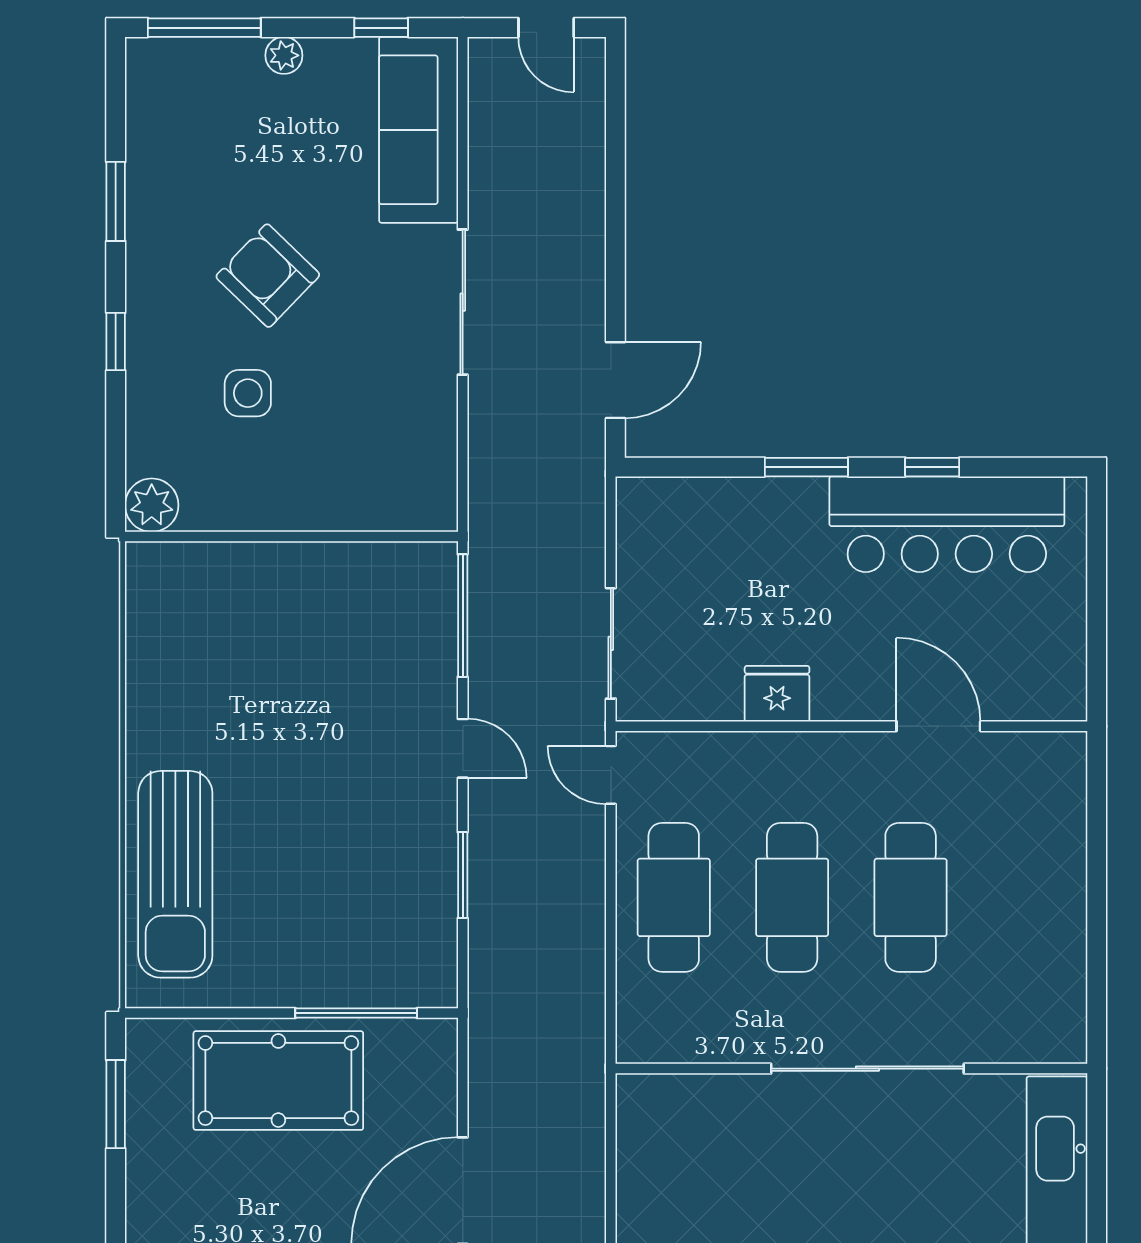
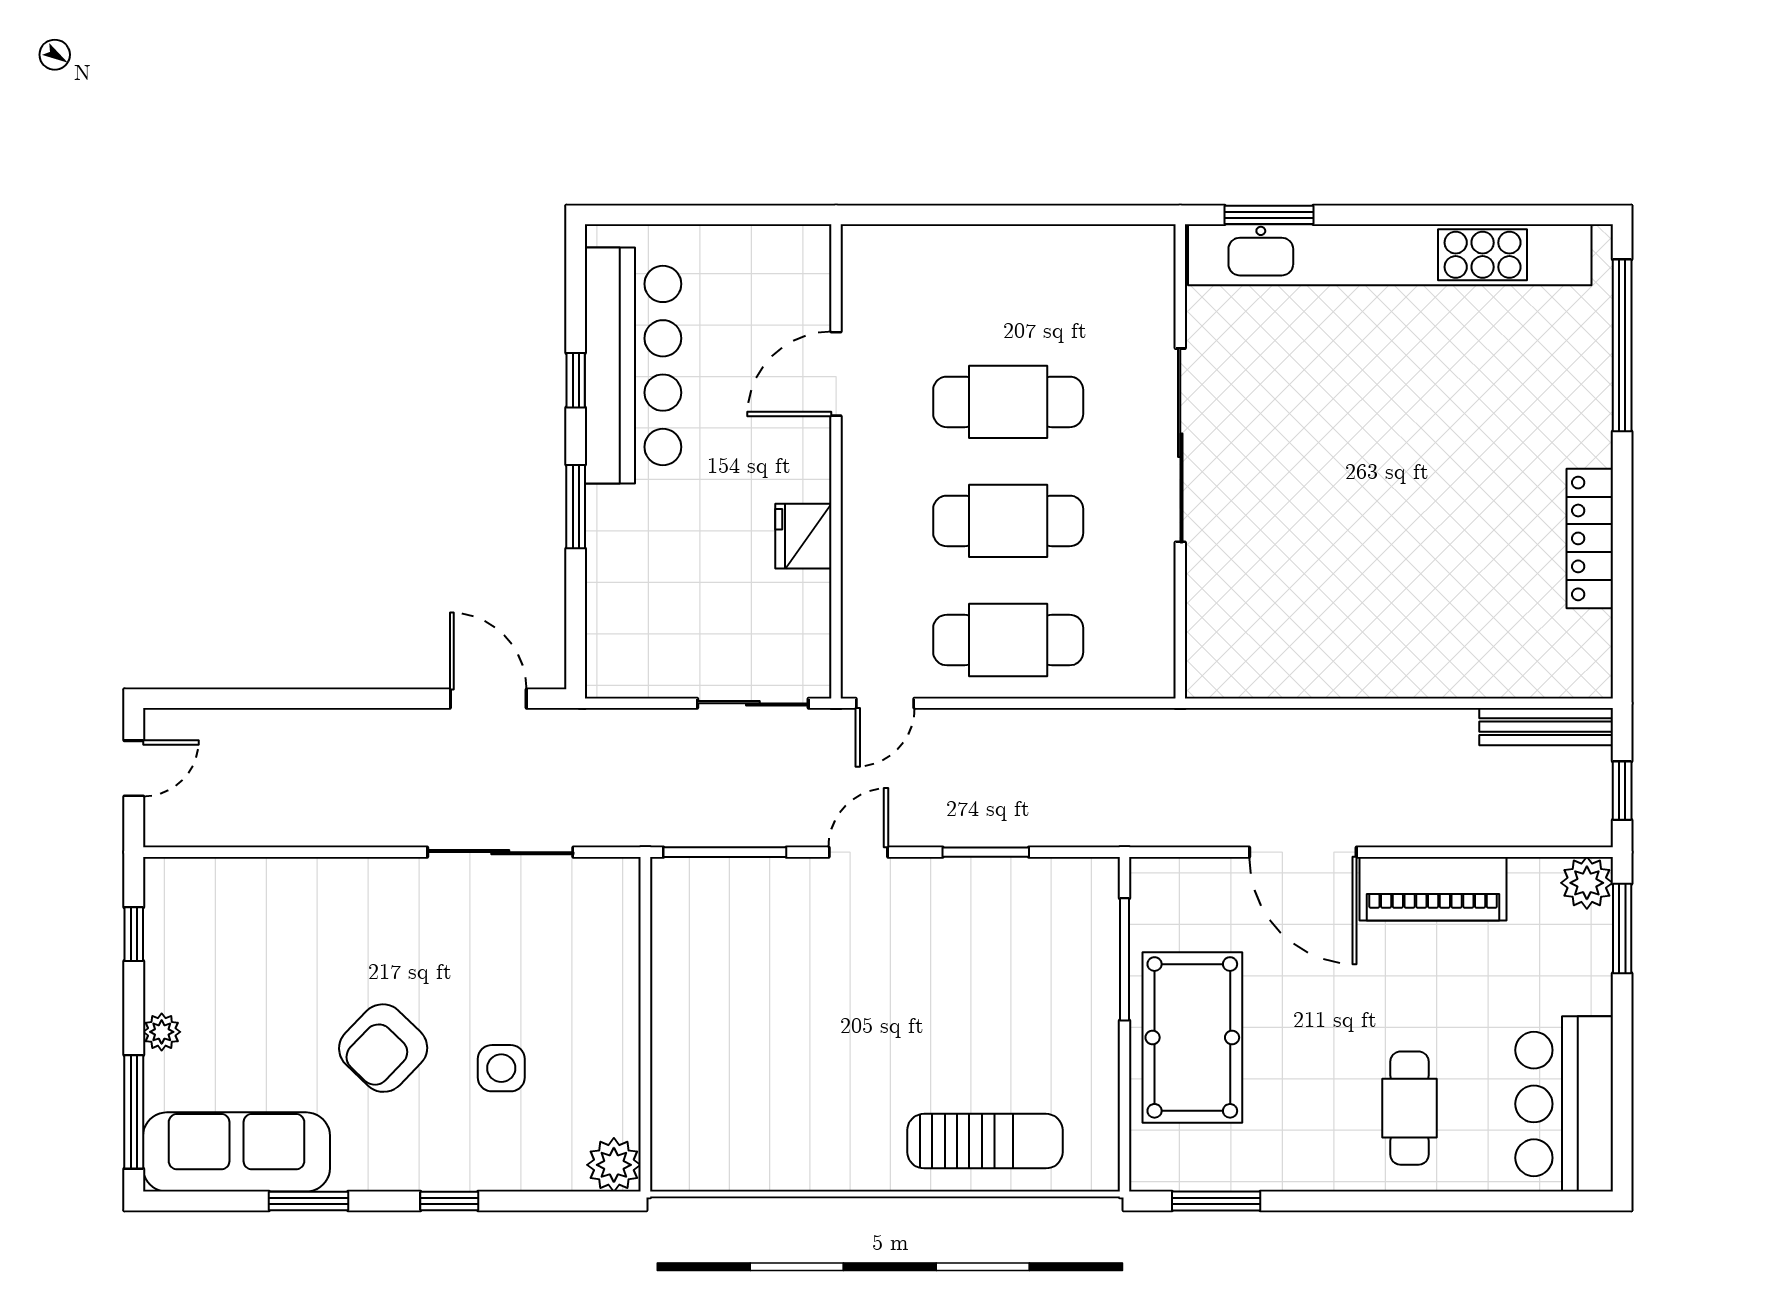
sofa: (419, 130) -> (237, 1152), moved, turned 180
sliding door: (463, 302) -> (500, 852), moved
sun lounger: (175, 874) -> (985, 1141), width x0.73, depth x0.75
window: (1097, 1157) -> (1269, 215), added

